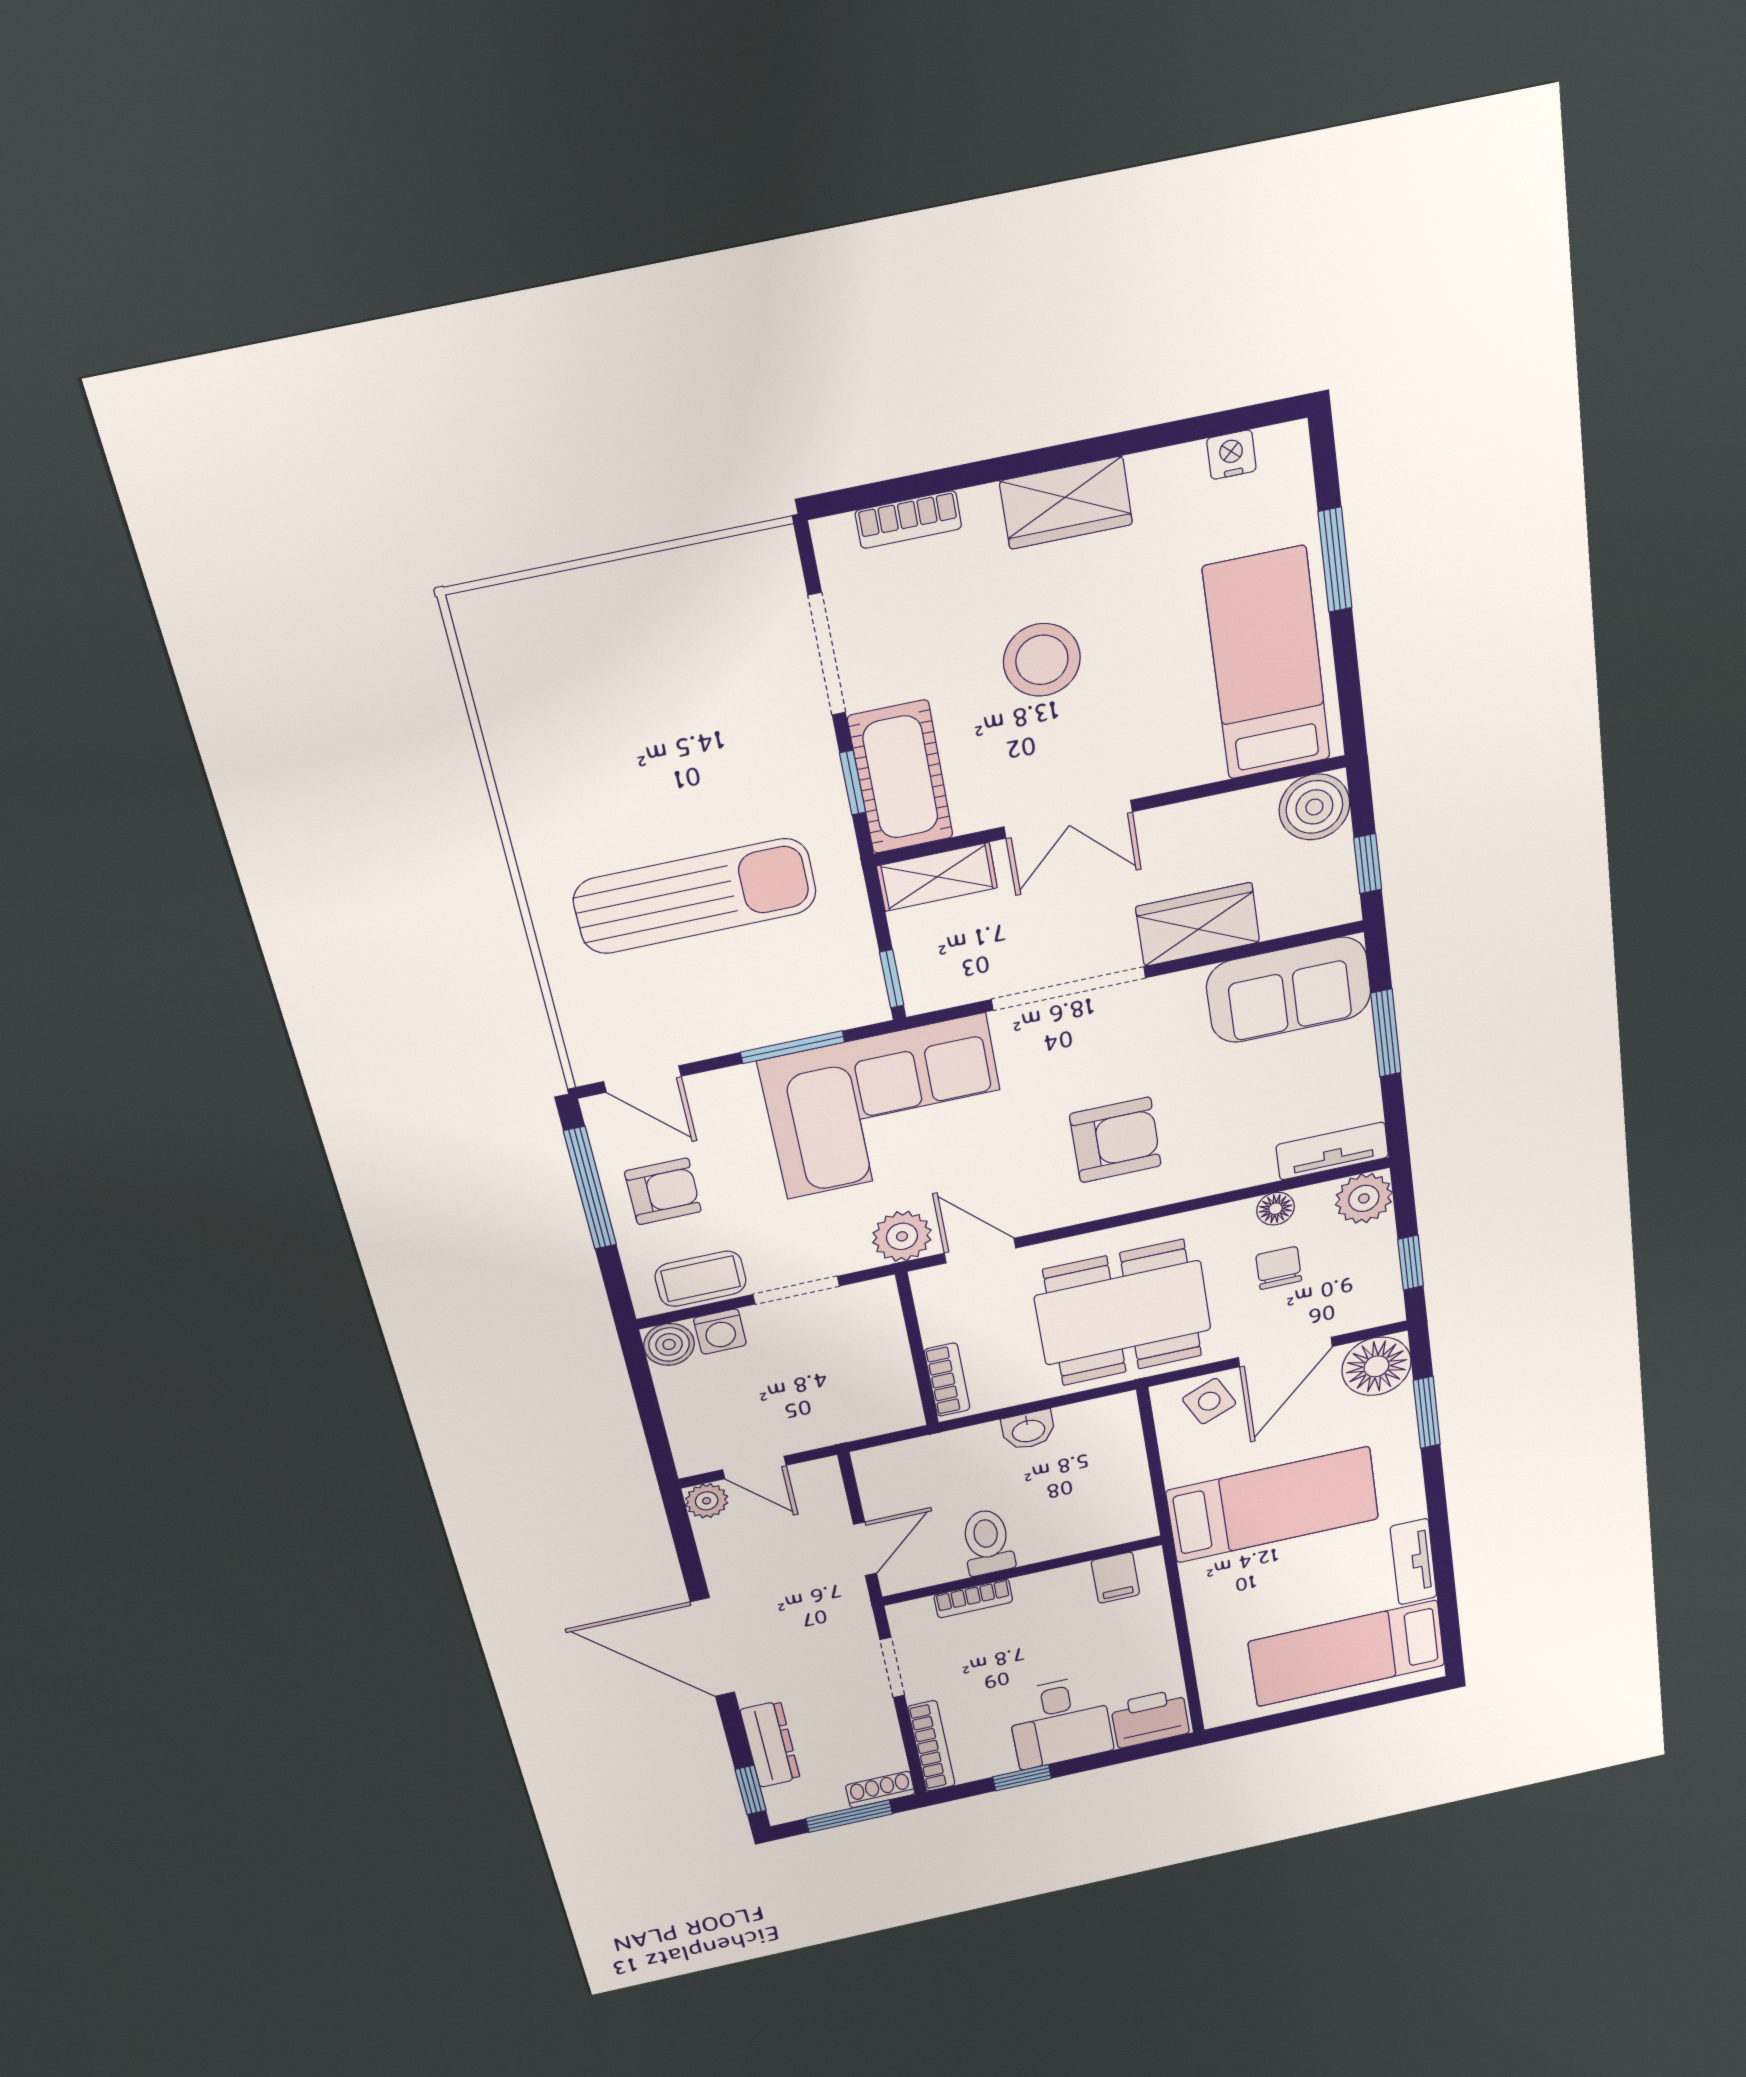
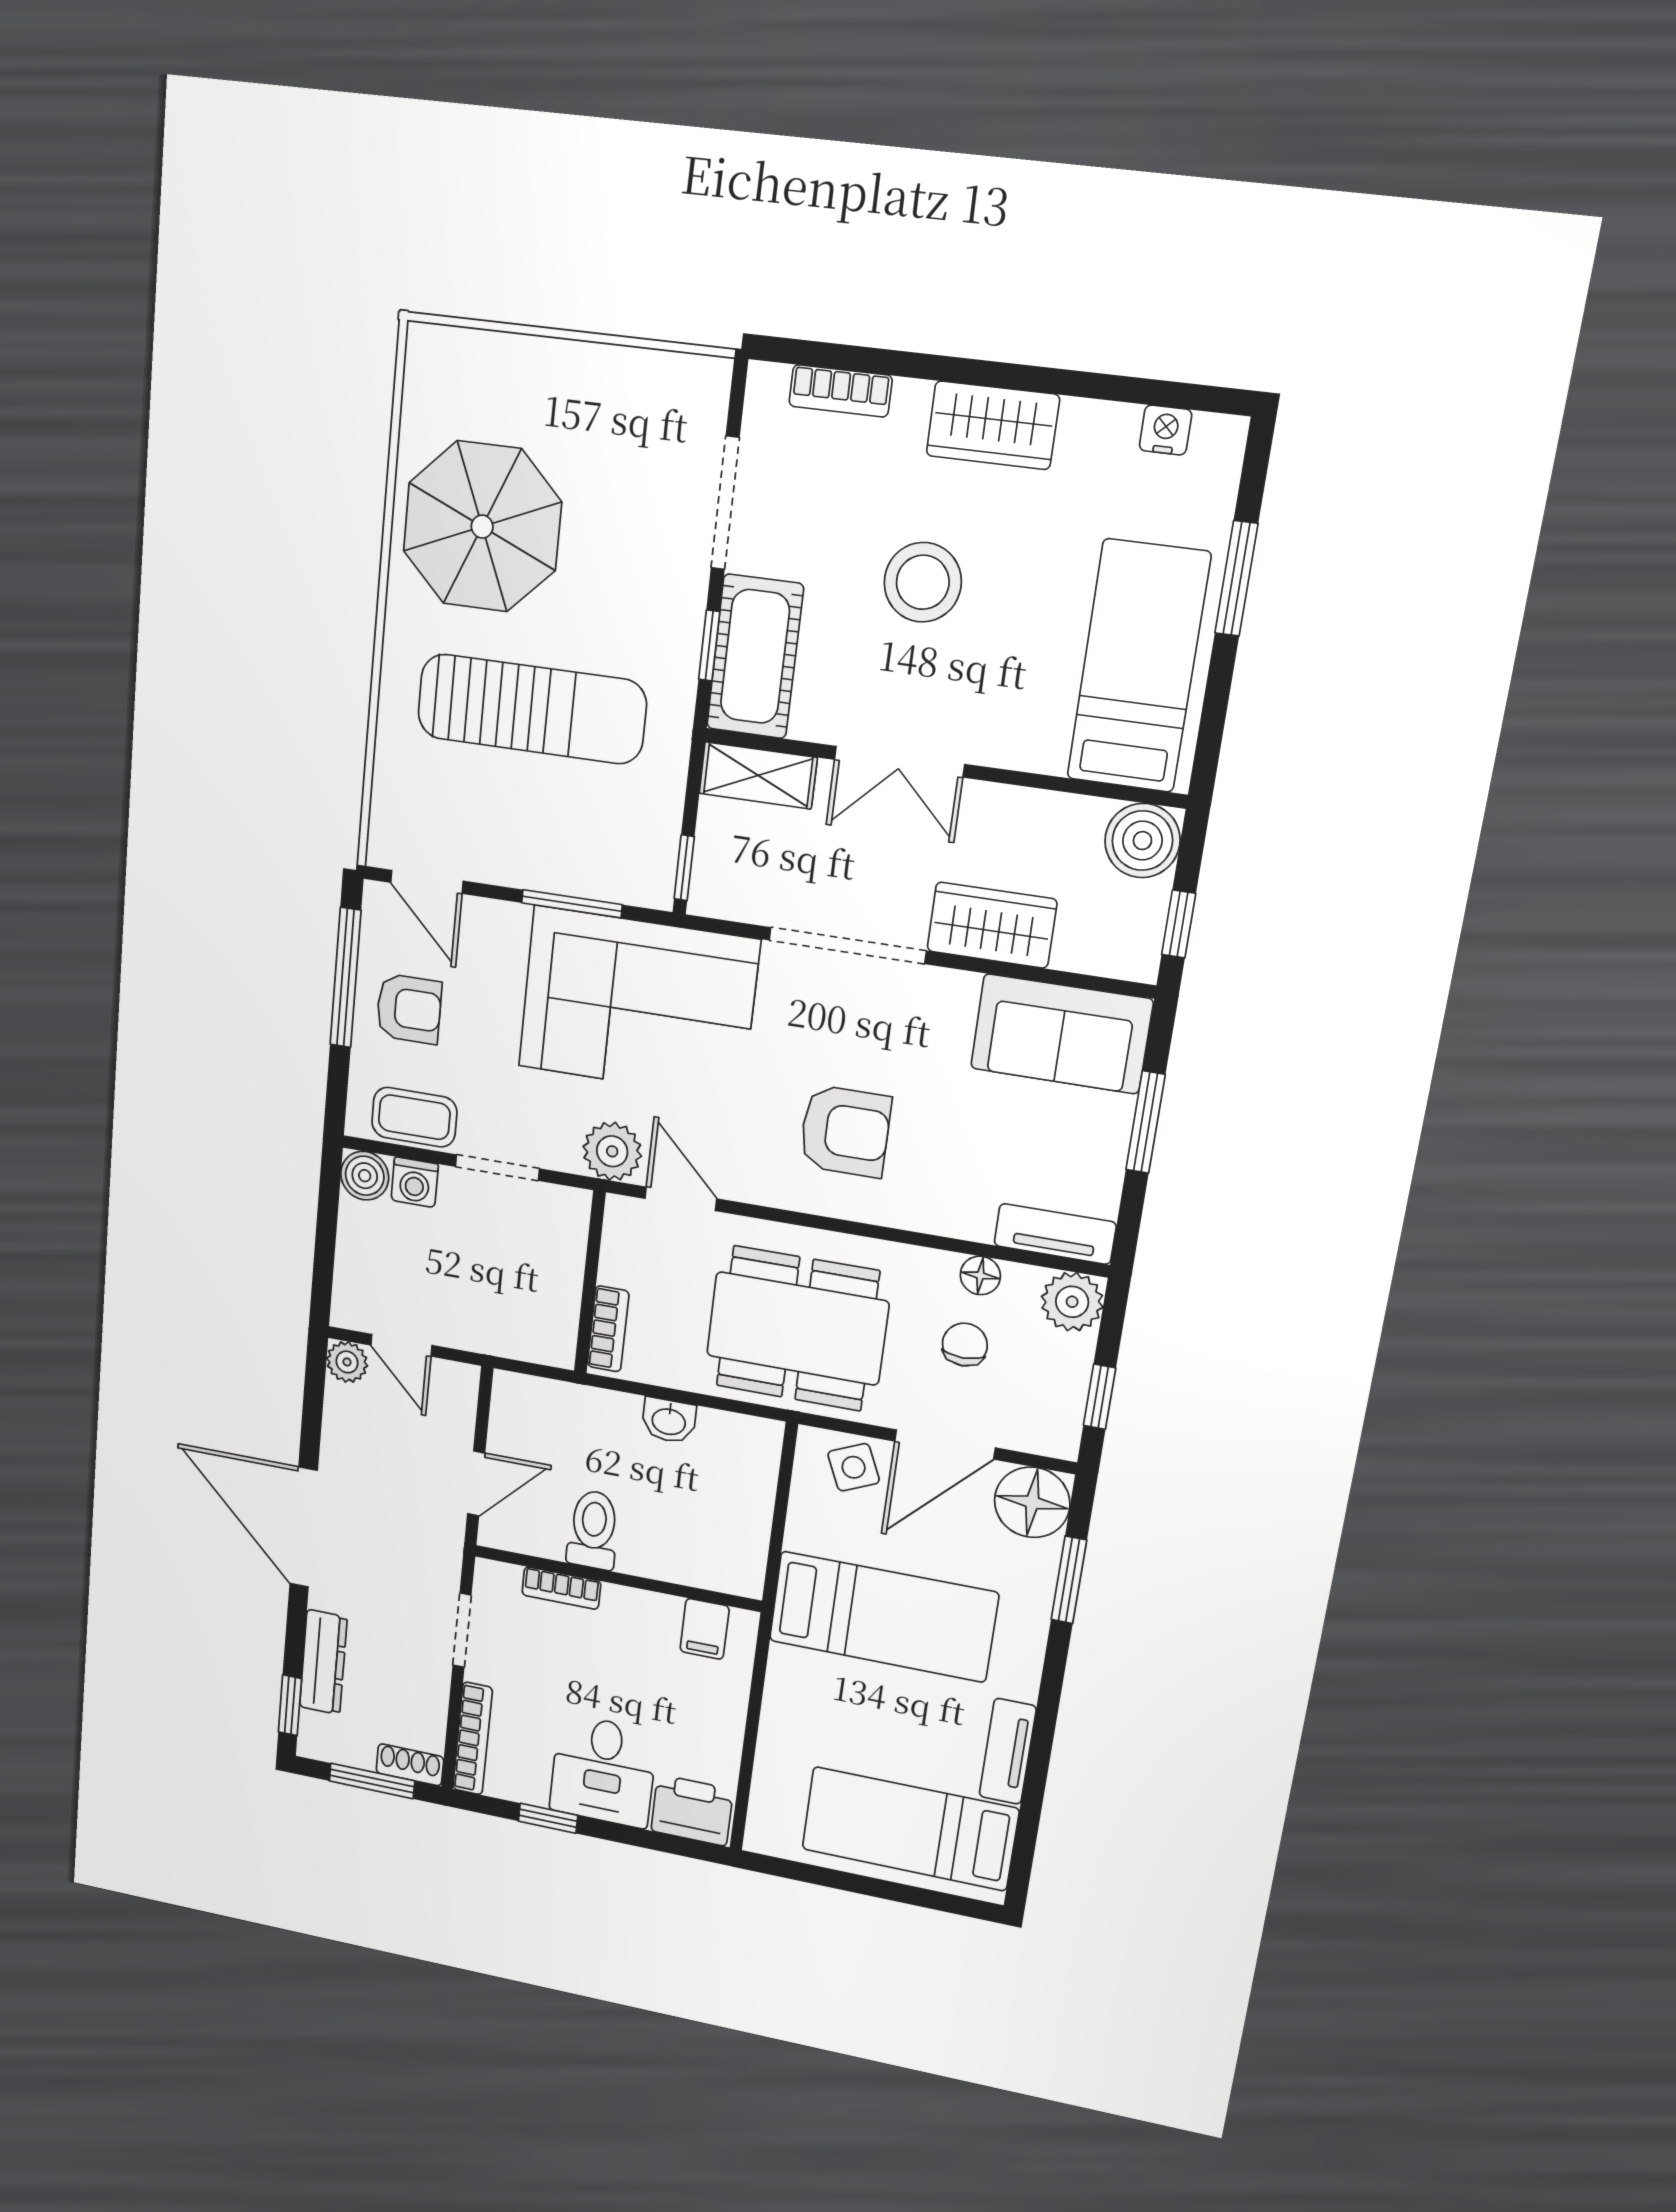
parasol: (589, 754) -> (482, 527), added

